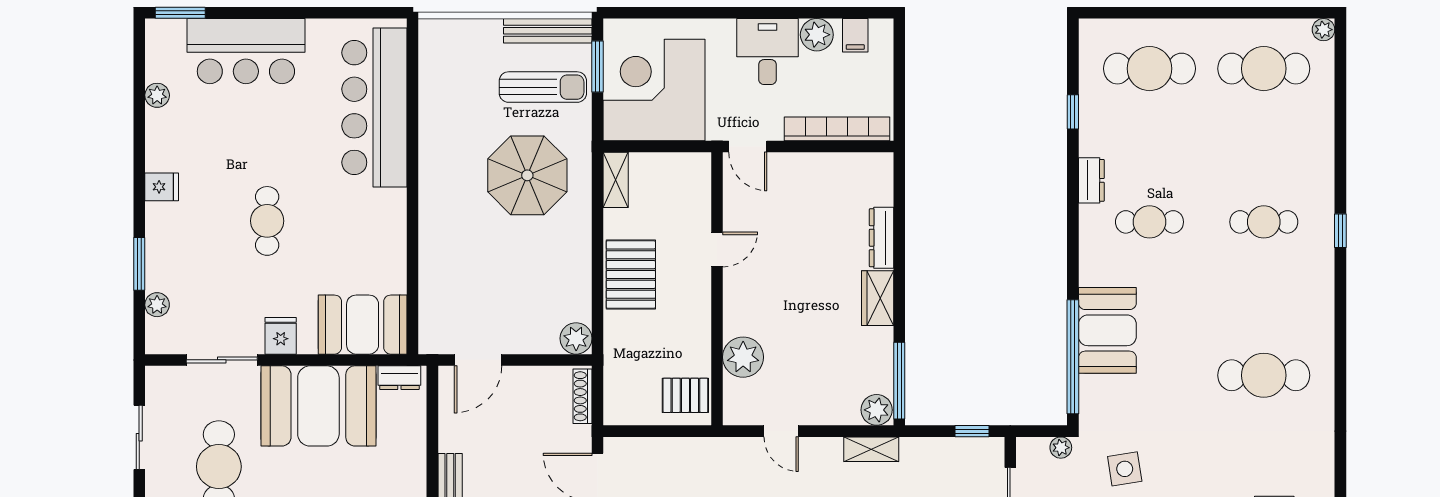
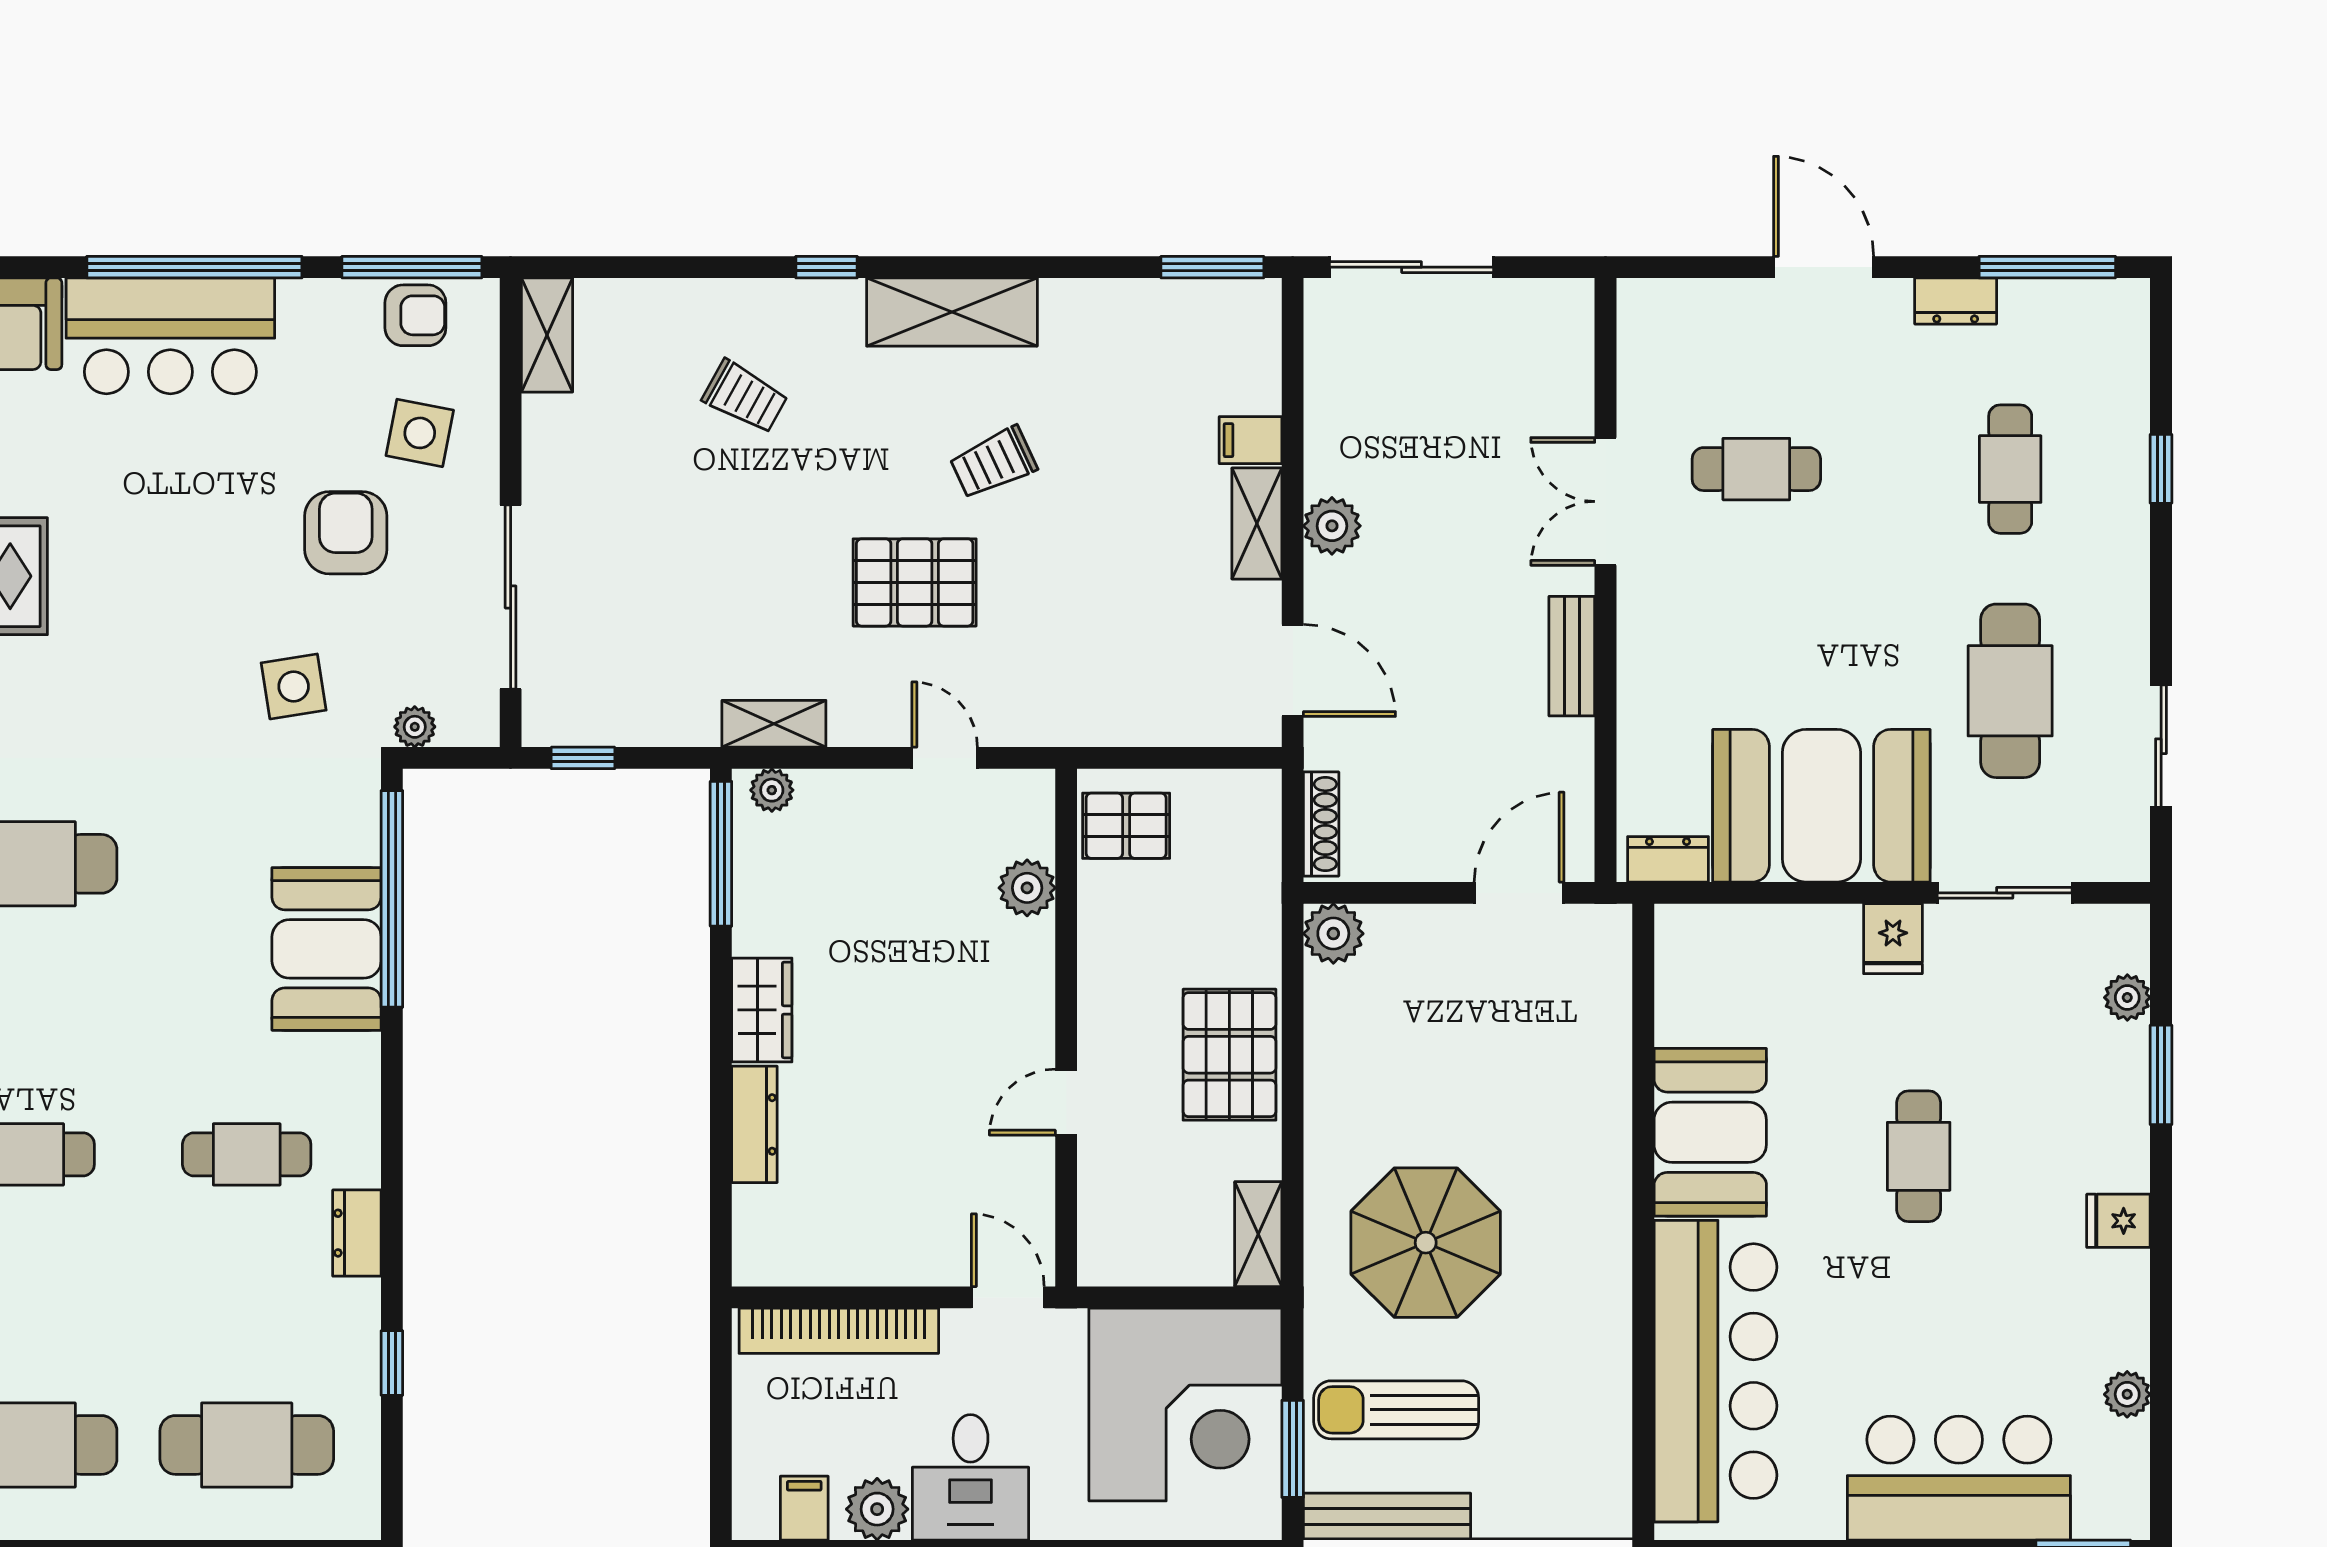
booth: (363, 325) -> (1710, 1132), moved, turned 90
plant: (743, 357) -> (1027, 888), width x0.73, depth x0.73
plant: (877, 410) -> (772, 790), width x0.73, depth x0.73

